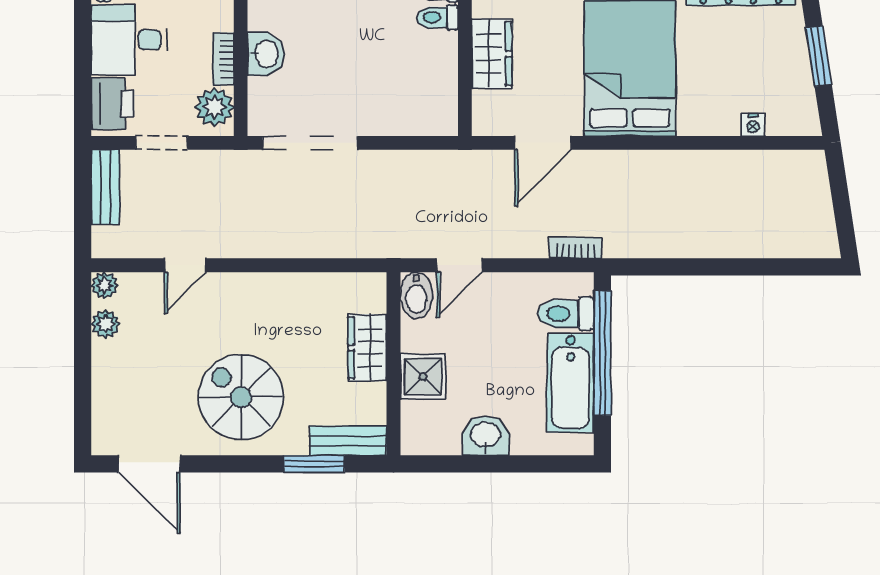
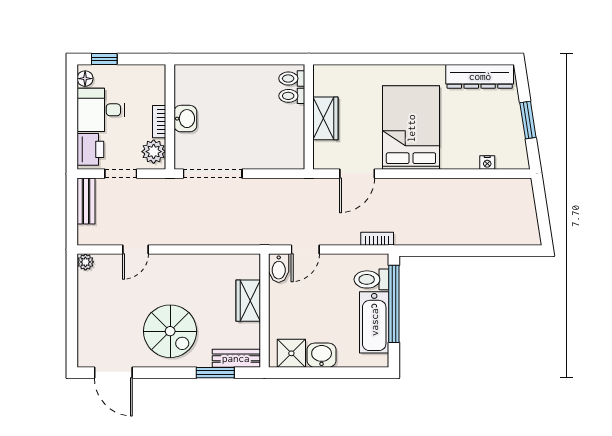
plant: (106, 324) -> (86, 286), removed
shower: (423, 377) -> (291, 353), moved
spiral stairs: (241, 397) -> (170, 331), turned 180

